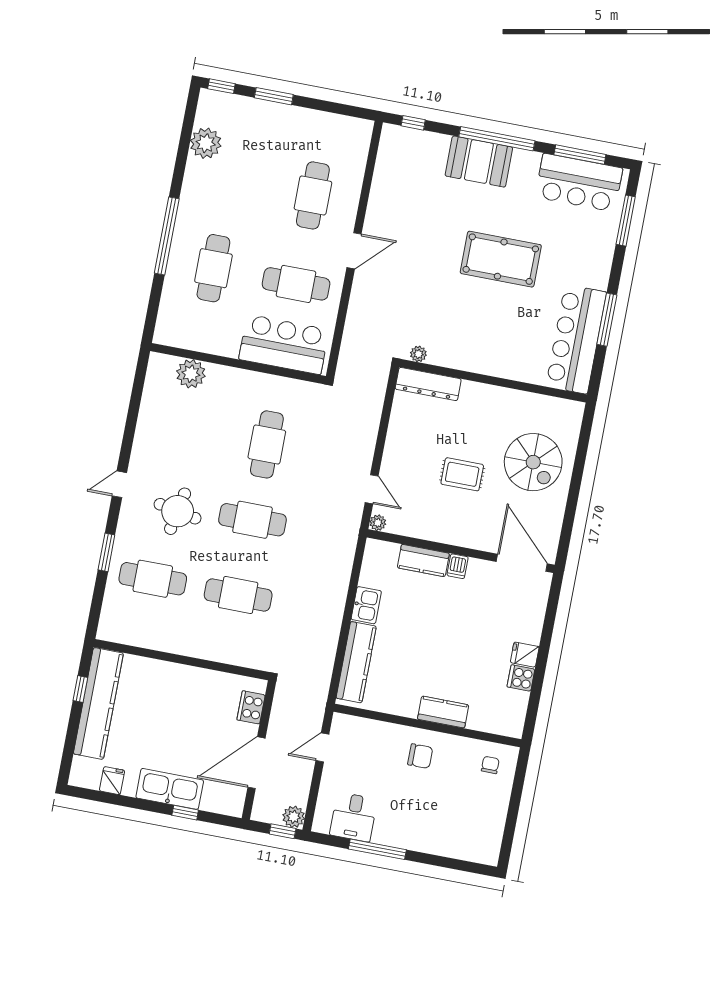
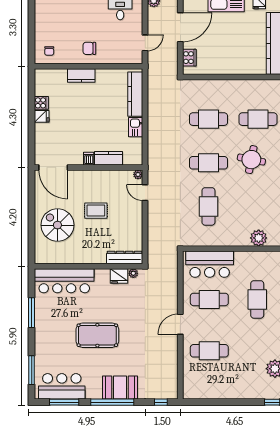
window: (274, 96) -> (242, 402), removed
cafe table: (313, 195) -> (209, 351), turned 90
bar counter: (576, 339) -> (64, 281), moved, turned 90
fridge: (444, 354) -> (119, 276), added

